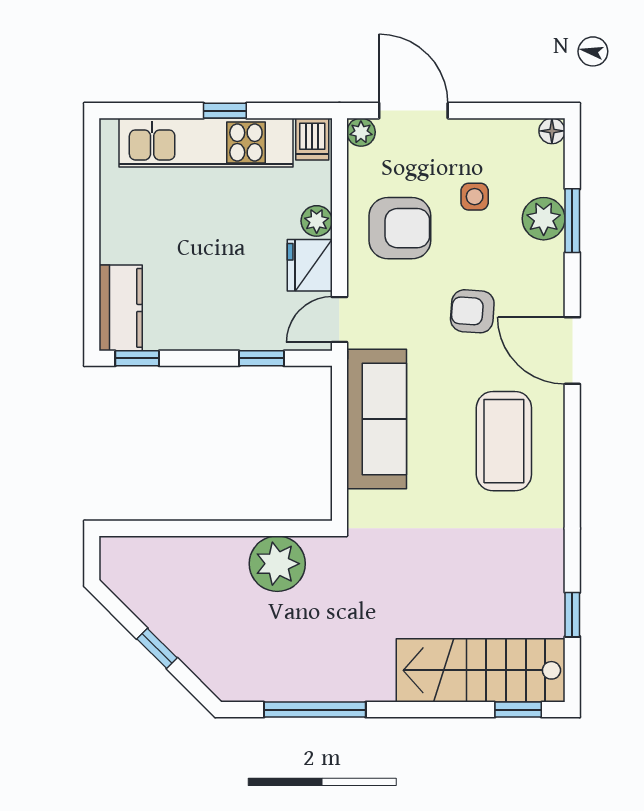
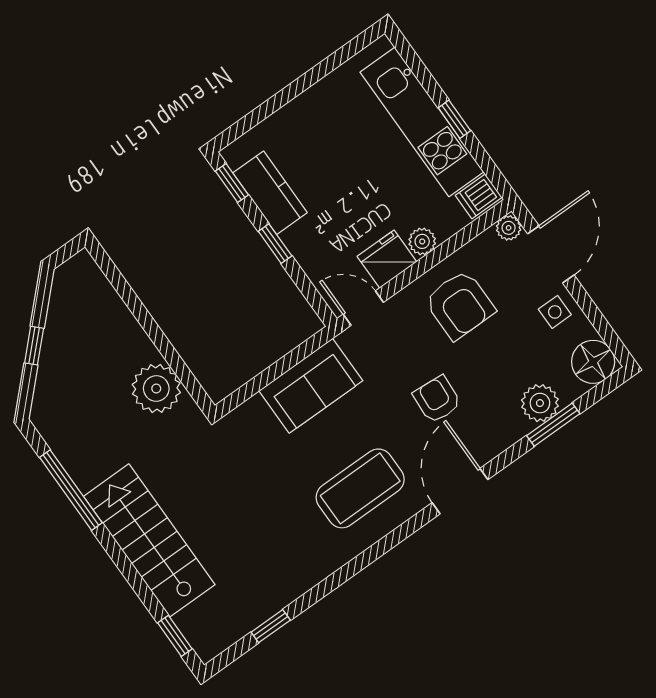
floor lamp: (552, 131) -> (593, 362), width x1.89, depth x1.89
side table: (475, 197) -> (555, 312), moved
kitchen counter: (121, 308) -> (270, 193), moved, turned -90
window: (262, 358) -> (275, 244), moved
sofa: (377, 419) -> (311, 386), width x0.73
stairs: (481, 670) -> (149, 540), moved

